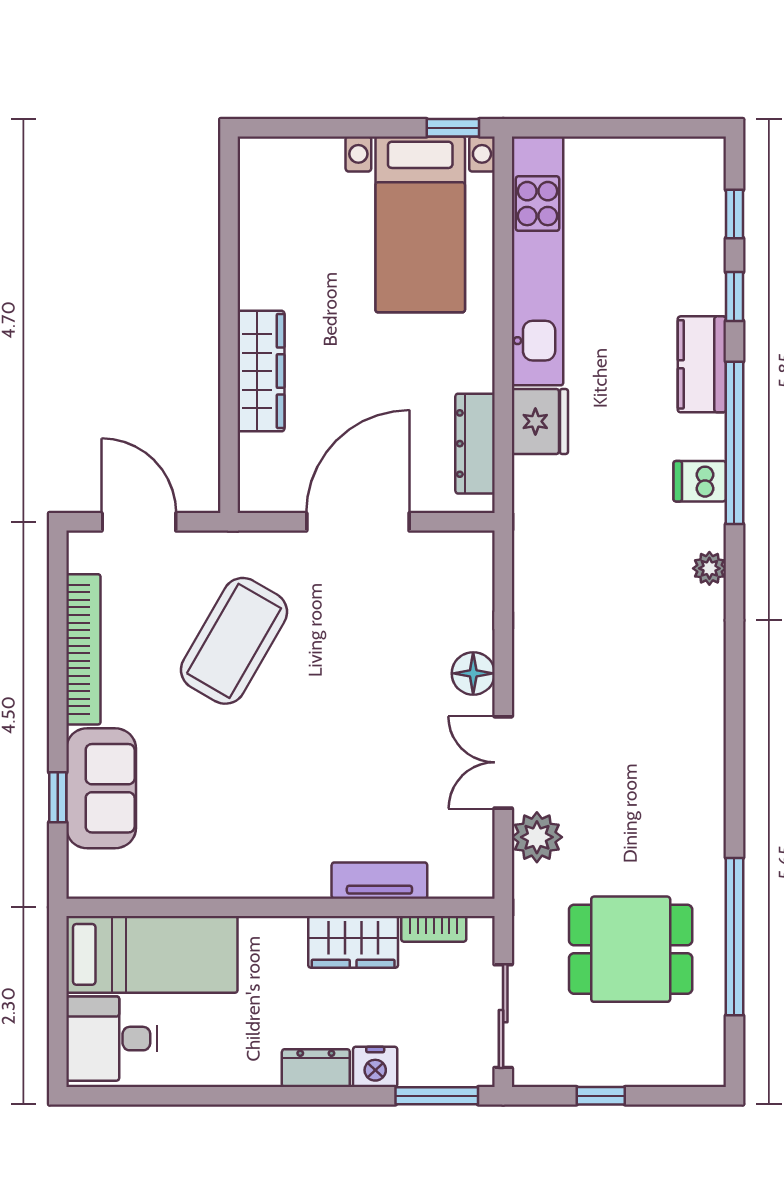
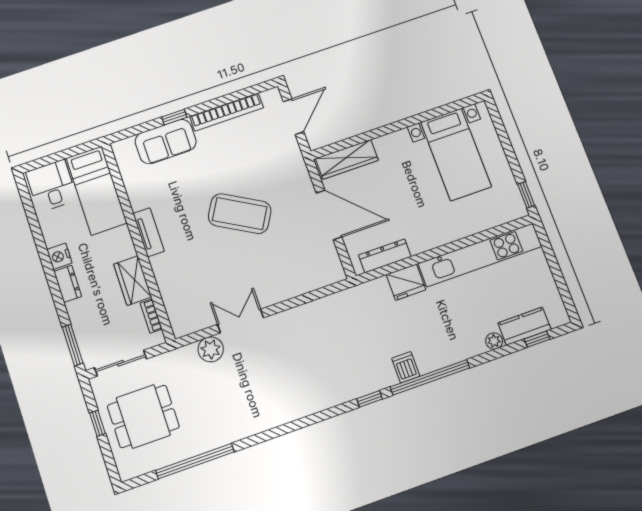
bed with nightstands: (420, 224) -> (456, 154), moved, turned -90
window: (734, 296) -> (370, 399), moved
kitchen counter: (702, 364) -> (524, 326), moved
wardrobe: (261, 371) -> (347, 159), moved
plant: (709, 568) -> (494, 341), moved
coffee table: (234, 641) -> (240, 214), moved
floor lamp: (473, 673) -> (277, 292), removed
window: (58, 797) -> (174, 117), moved
tv unit: (379, 881) -> (149, 232), moved
dining table: (631, 949) -> (143, 416), moved, turned 90
nightstand: (375, 1067) -> (59, 256), moved

